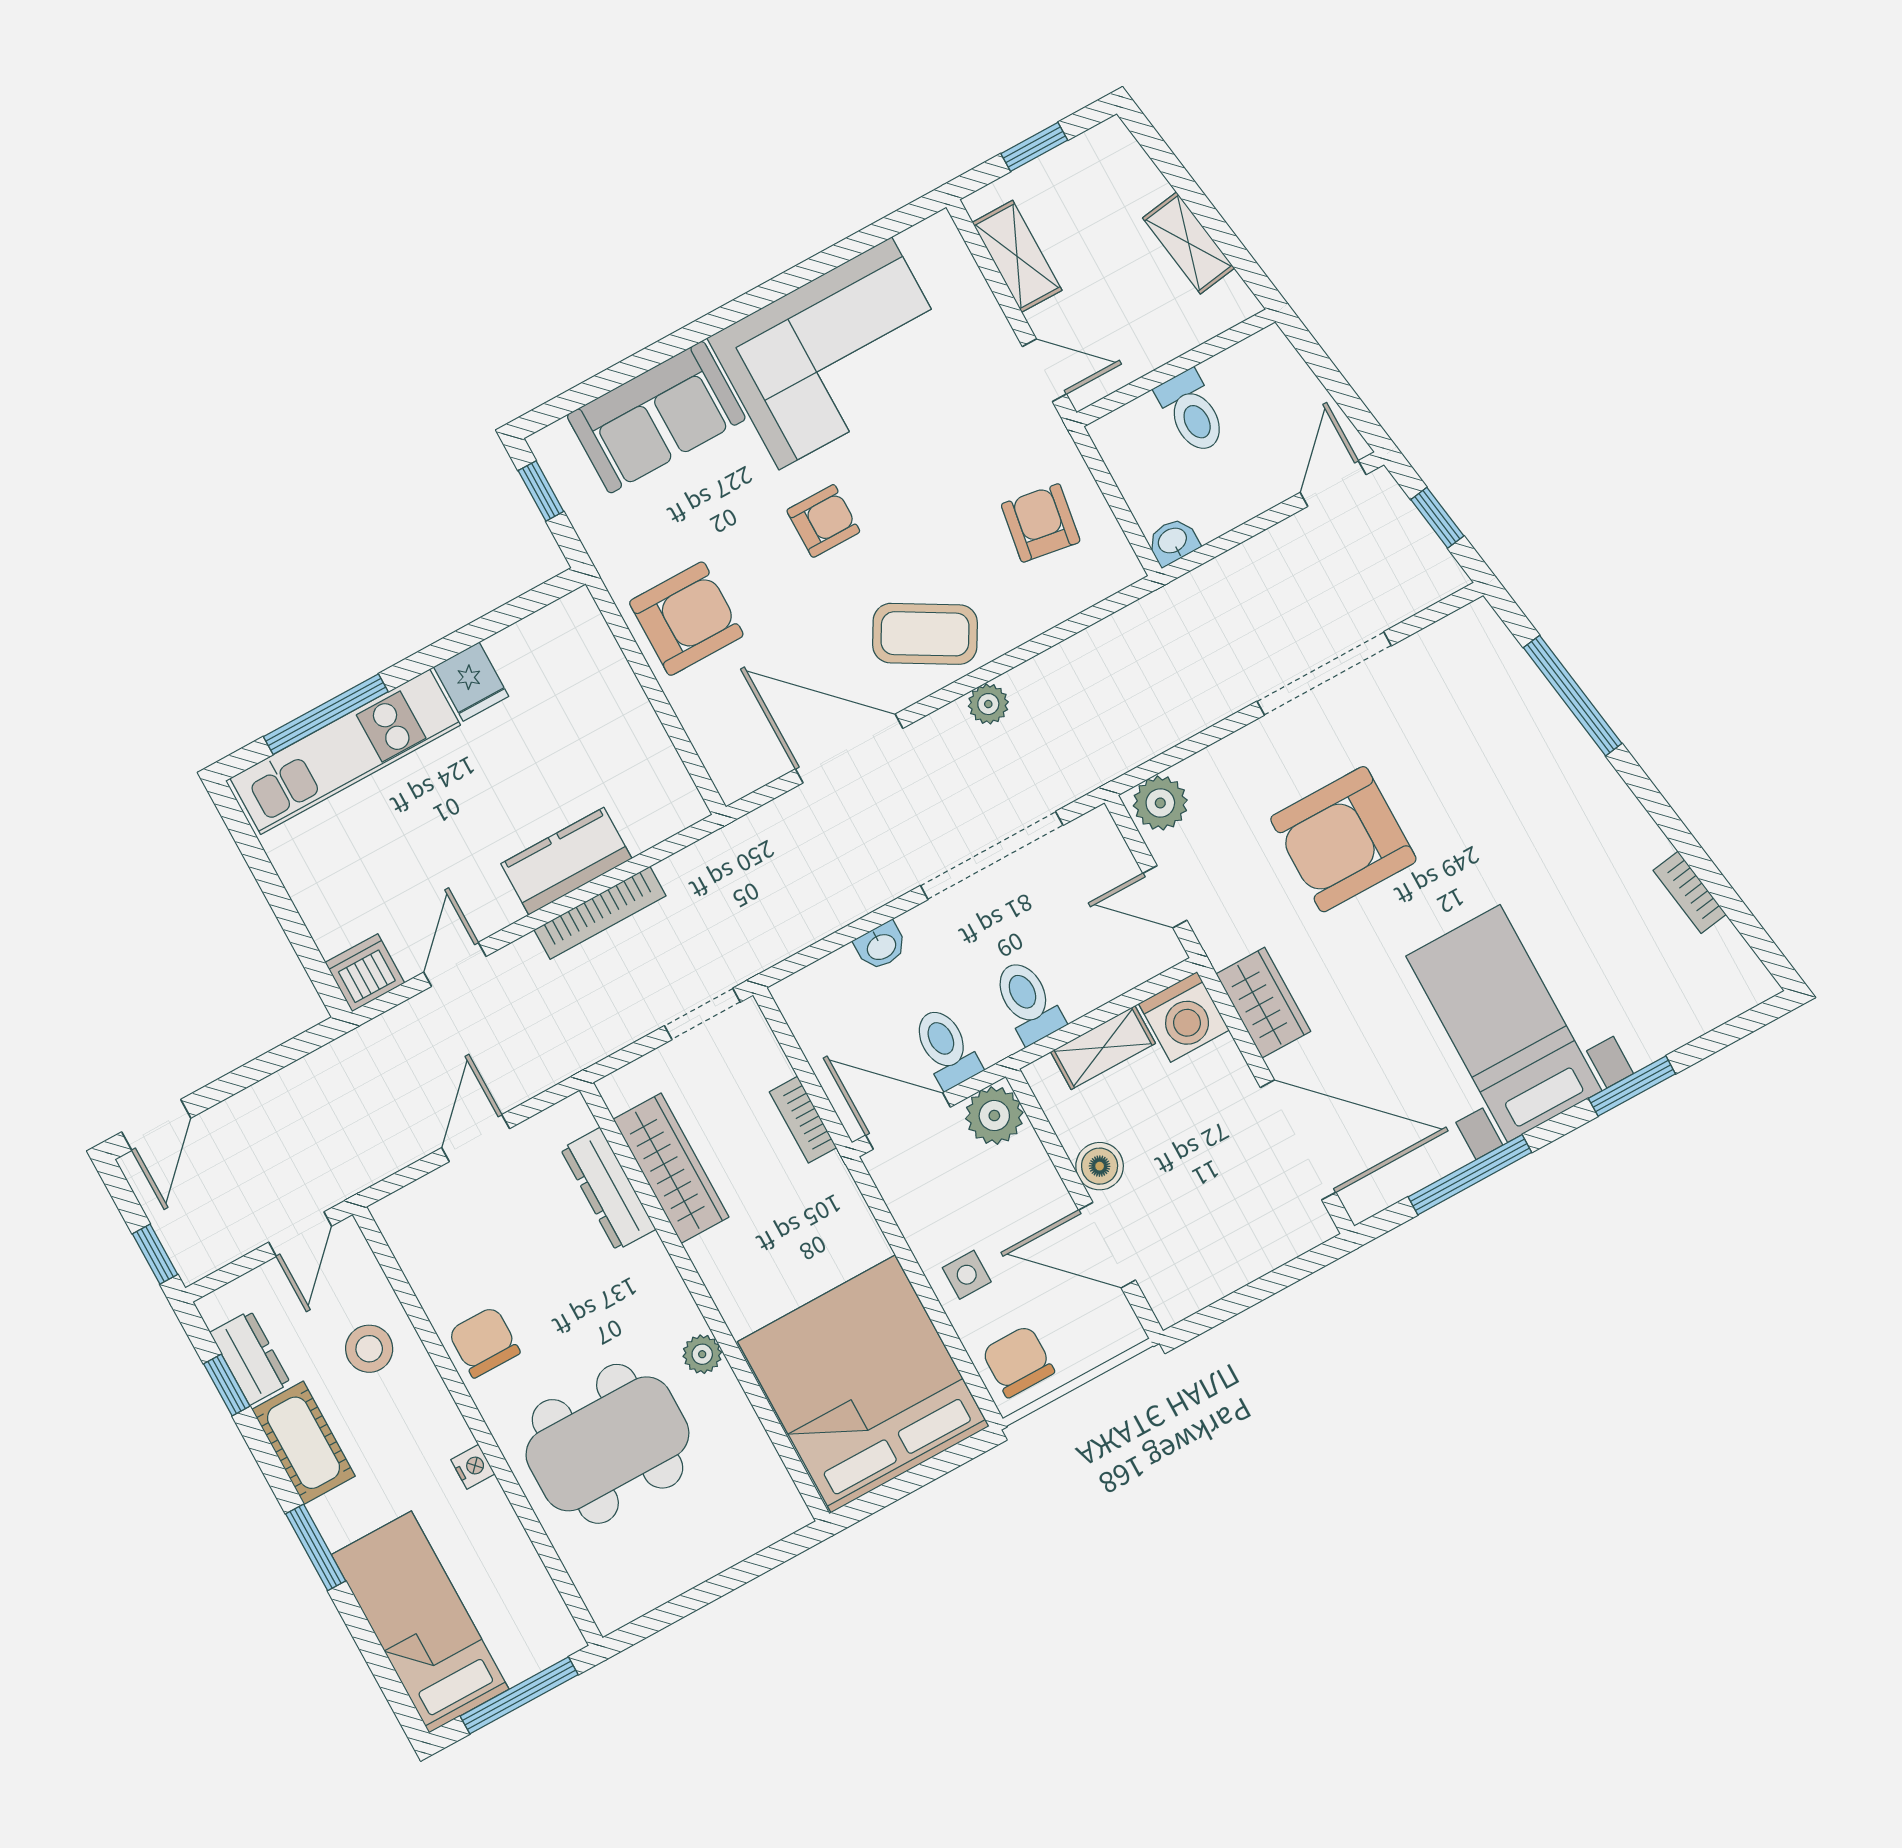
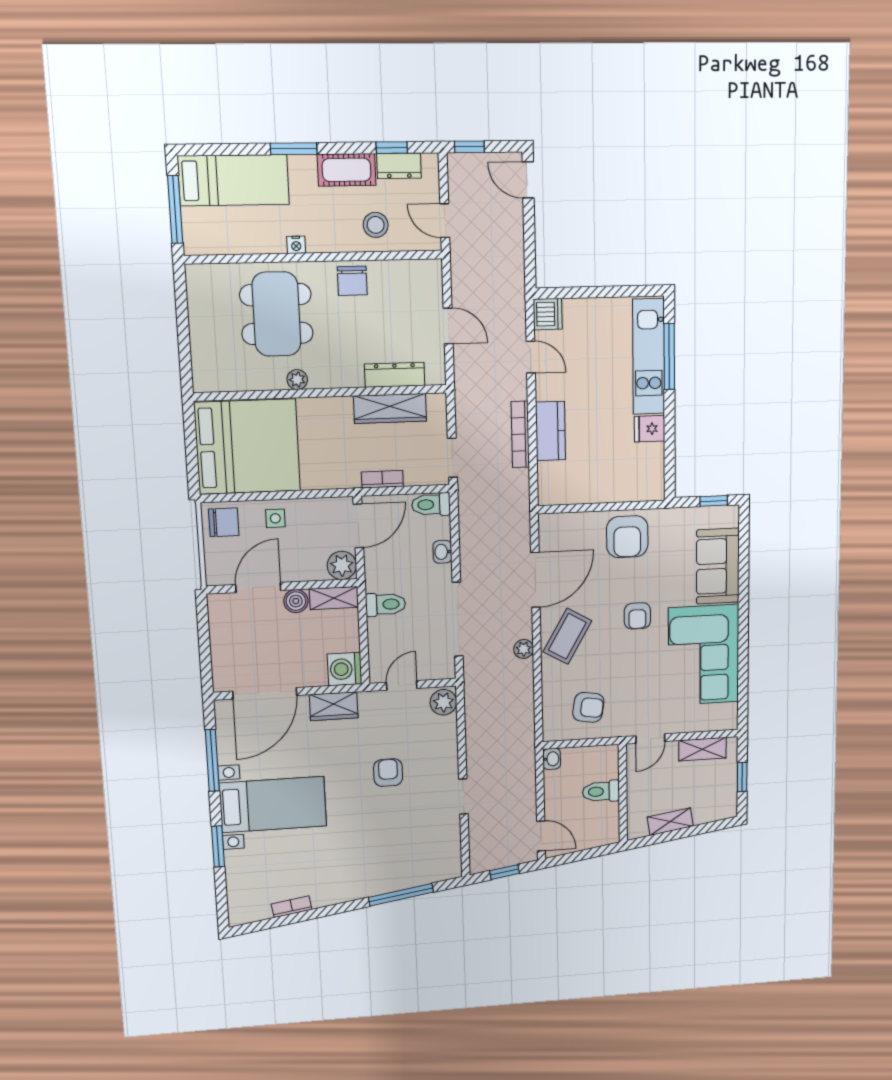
doorway: (1324, 673) -> (463, 796), width x0.53
armchair: (1343, 839) -> (388, 773), width x0.53, depth x0.53
toilet: (946, 1048) -> (431, 505), moved, turned 180
shelving: (1103, 1048) -> (334, 598), moved, turned 90
chair: (484, 1342) -> (352, 281), turned 90

